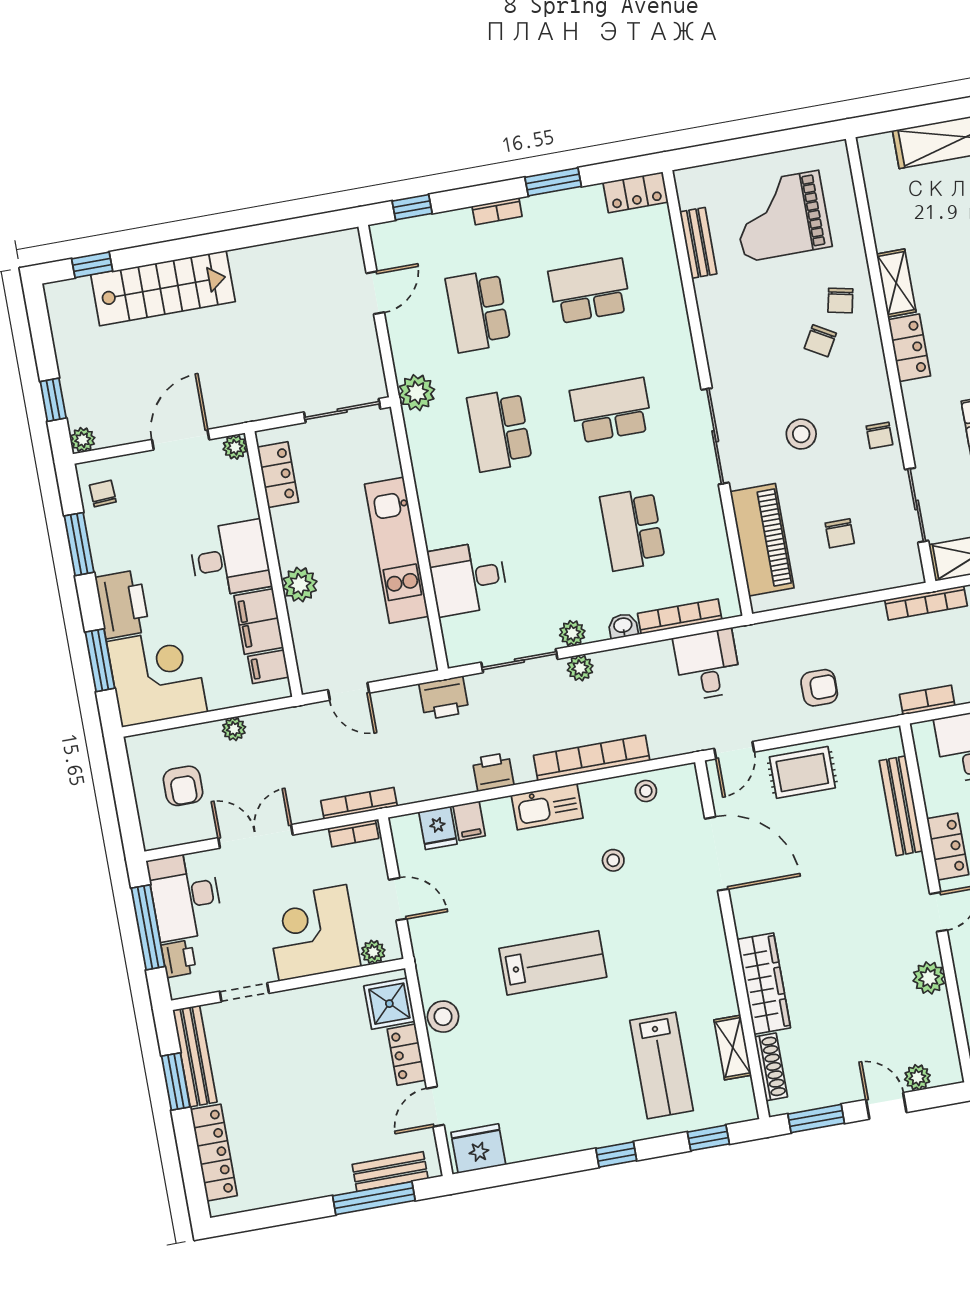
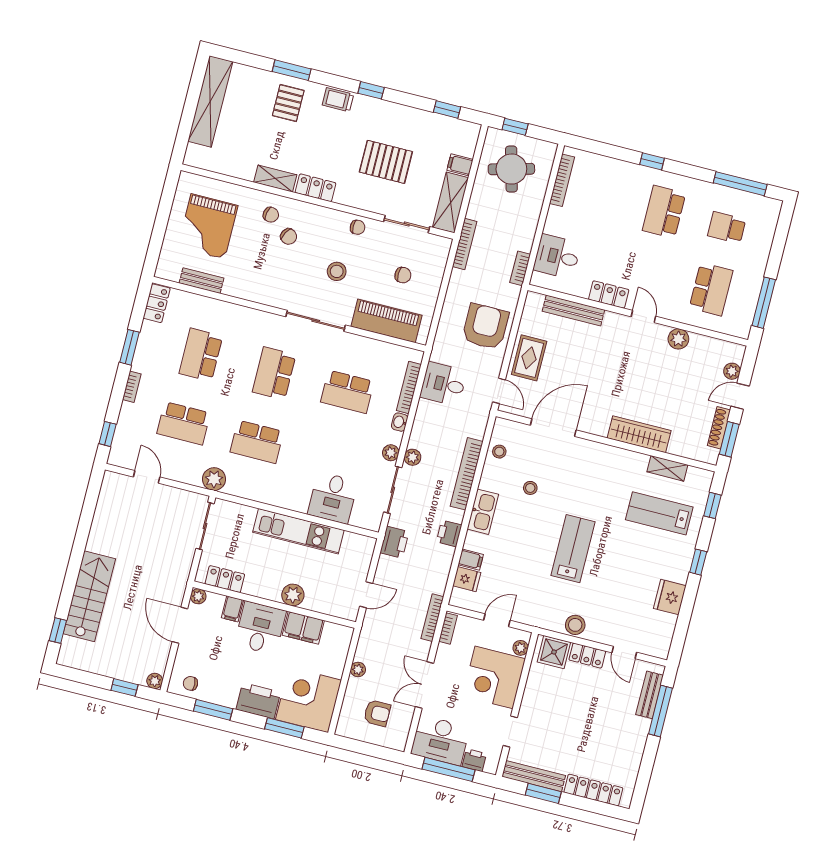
filing cabinet: (268, 667) -> (232, 609), moved
armchair: (819, 688) -> (485, 327), width x1.88, depth x1.88
lab bench: (662, 1065) -> (659, 513), turned 180
shoe rack: (771, 1067) -> (719, 428), moved, turned -90
fridge: (478, 1149) -> (670, 597), moved

